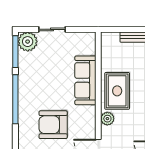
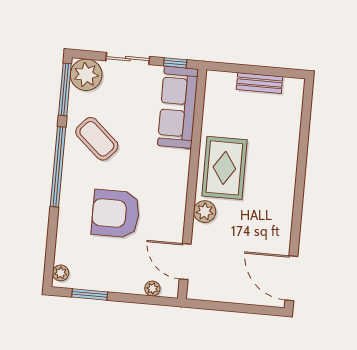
window: (81, 29) -> (175, 63), added
coffee table: (38, 80) -> (97, 139), added
sofa: (85, 80) -> (178, 107), moved

